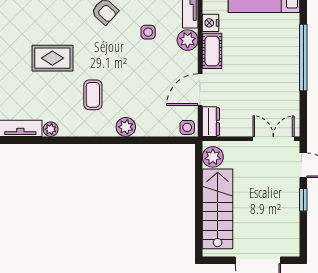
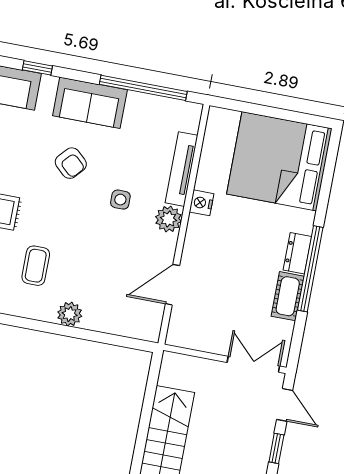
cot: (212, 51) -> (288, 296), moved
dresser: (211, 122) -> (297, 253), moved, turned 180
side table: (187, 127) -> (147, 329), removed
plant: (213, 157) -> (172, 373), removed

